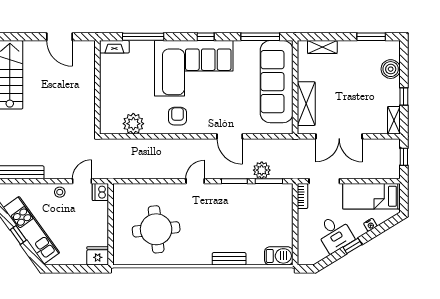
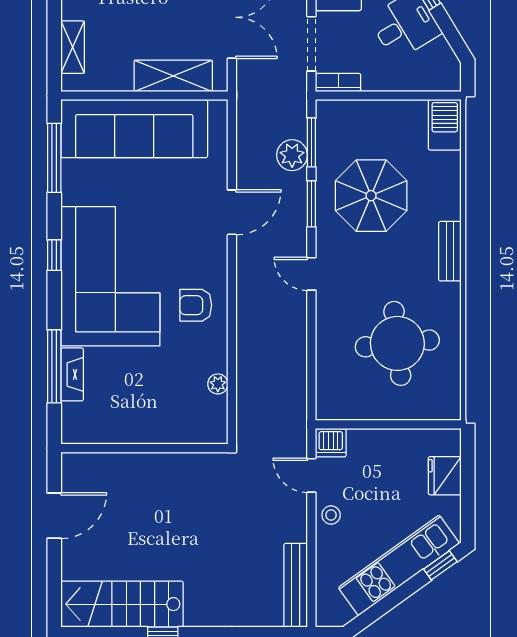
fireplace: (114, 47) -> (72, 374), moved
plant: (133, 124) -> (218, 384), width x0.53, depth x0.53
parasol: (239, 215) -> (371, 196), added
window: (18, 235) -> (440, 565), moved
fridge: (98, 256) -> (445, 476), moved
bench: (229, 259) -> (450, 251), moved

